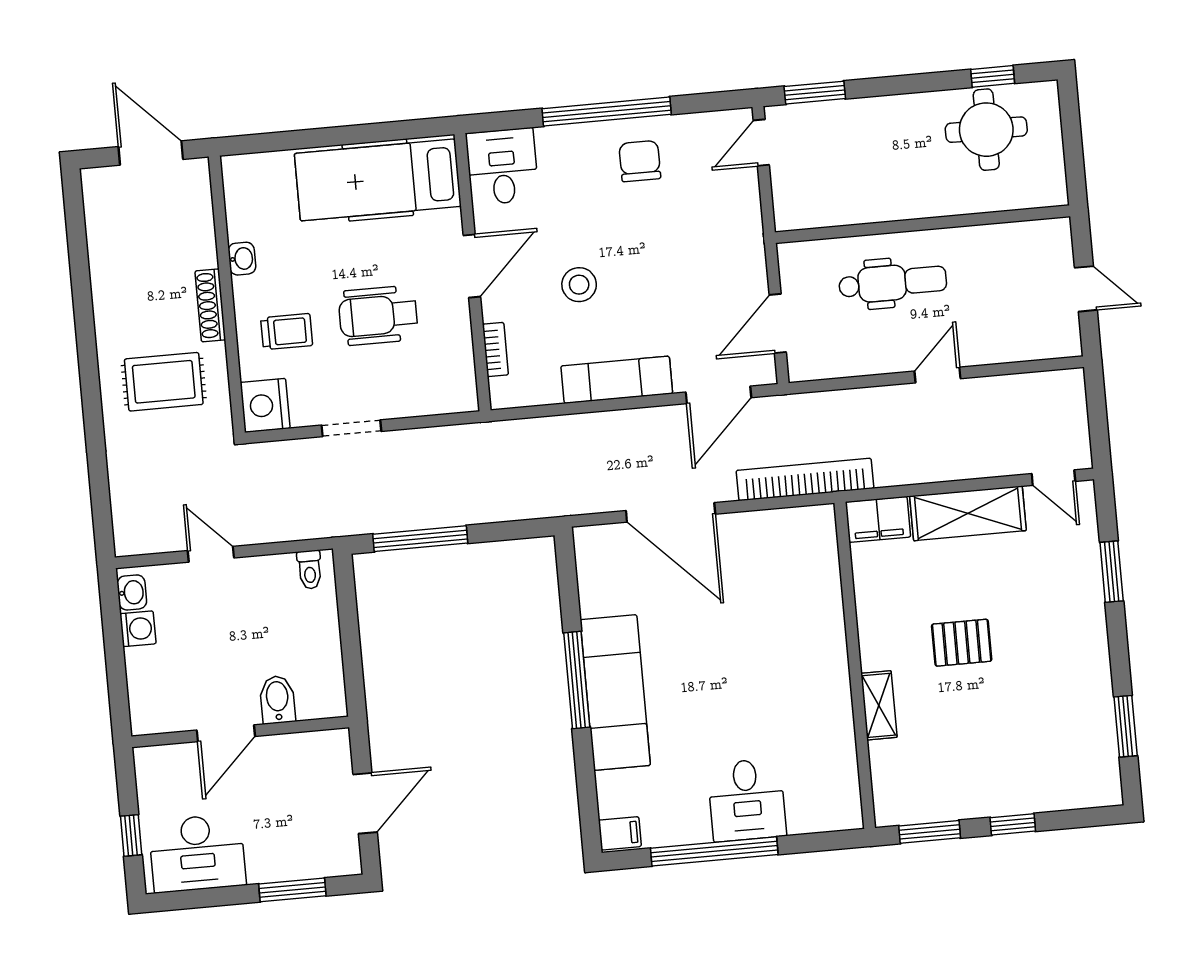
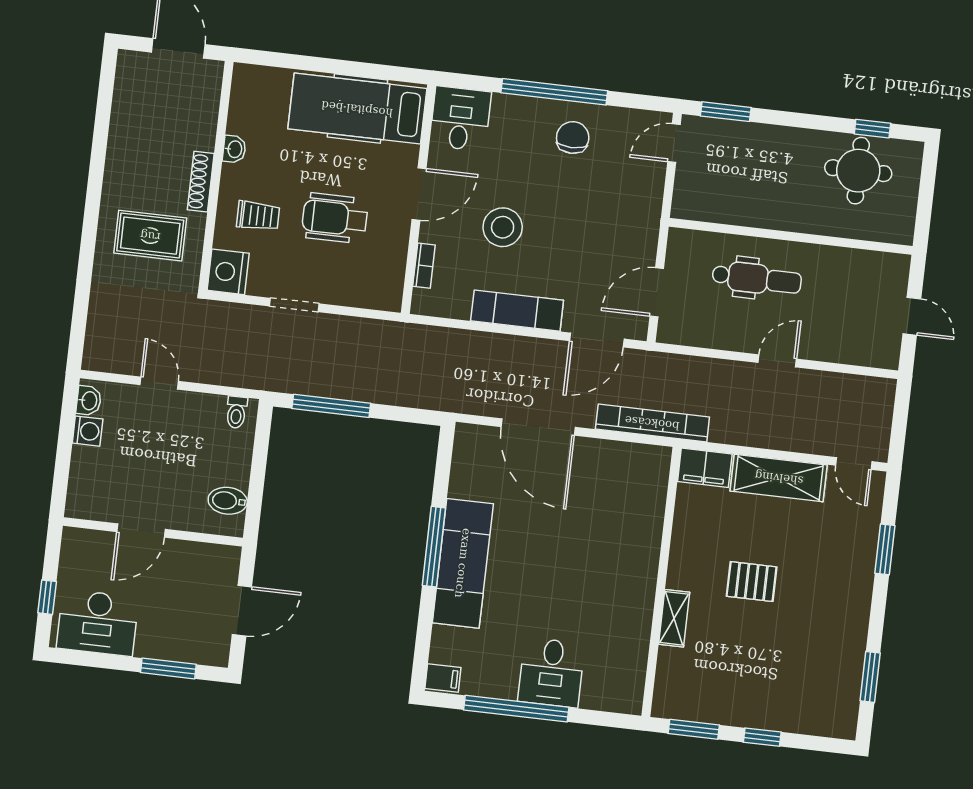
stool: (579, 285) -> (503, 227), width x1.38, depth x1.38
bidet: (277, 700) -> (228, 501), moved, turned -90

